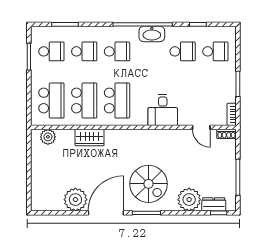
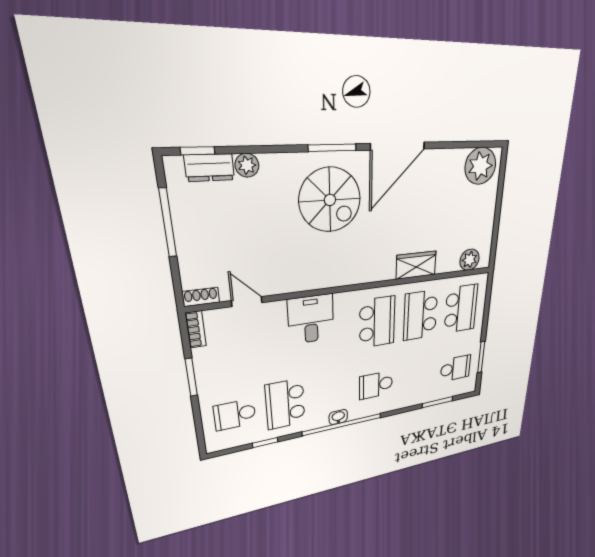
washbasin: (152, 34) -> (338, 417), width x0.52, depth x0.69
school desk: (51, 51) -> (455, 368), turned 180
school desk: (84, 51) -> (417, 376), removed
school desk: (183, 51) -> (285, 404), width x1.85
school desk: (51, 100) -> (461, 309), turned 180
school desk: (117, 100) -> (377, 322), turned 180
spiral stairs: (149, 184) -> (330, 200), turned 180
plant: (75, 200) -> (480, 166), moved
plant: (189, 200) -> (247, 165), width x0.53, depth x0.53

